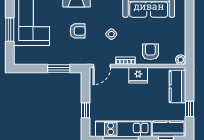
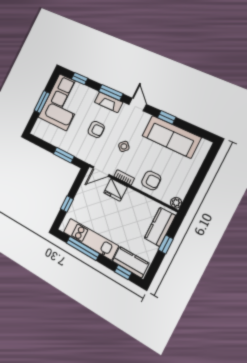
armchair: (150, 52) -> (151, 180), turned 90
fridge: (138, 75) -> (115, 190), moved
window: (189, 109) -> (166, 244), moved

